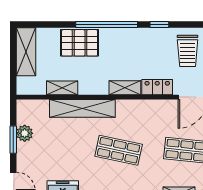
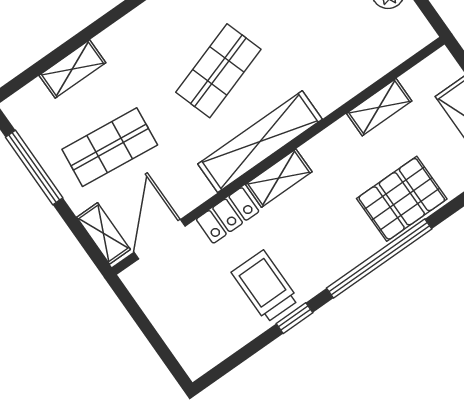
trolley: (188, 51) -> (265, 286), moved
shelving: (82, 108) -> (260, 142), moved
shop shelf: (119, 150) -> (218, 71), turned -30

